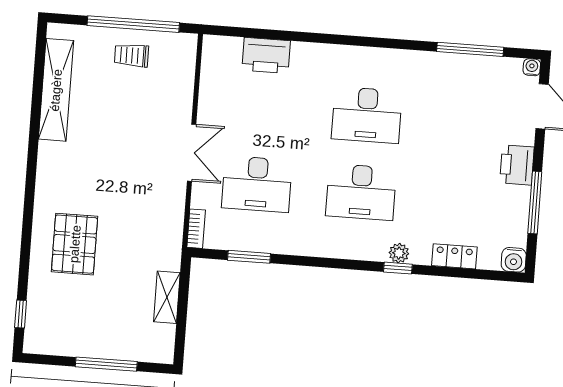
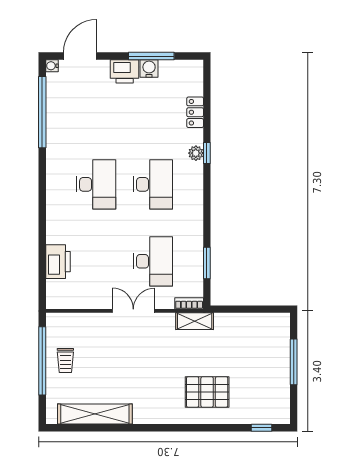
window: (470, 49) -> (42, 112), width x1.46
water cooler: (514, 260) -> (149, 68), moved, turned -90
shelving: (167, 297) -> (195, 321), moved

